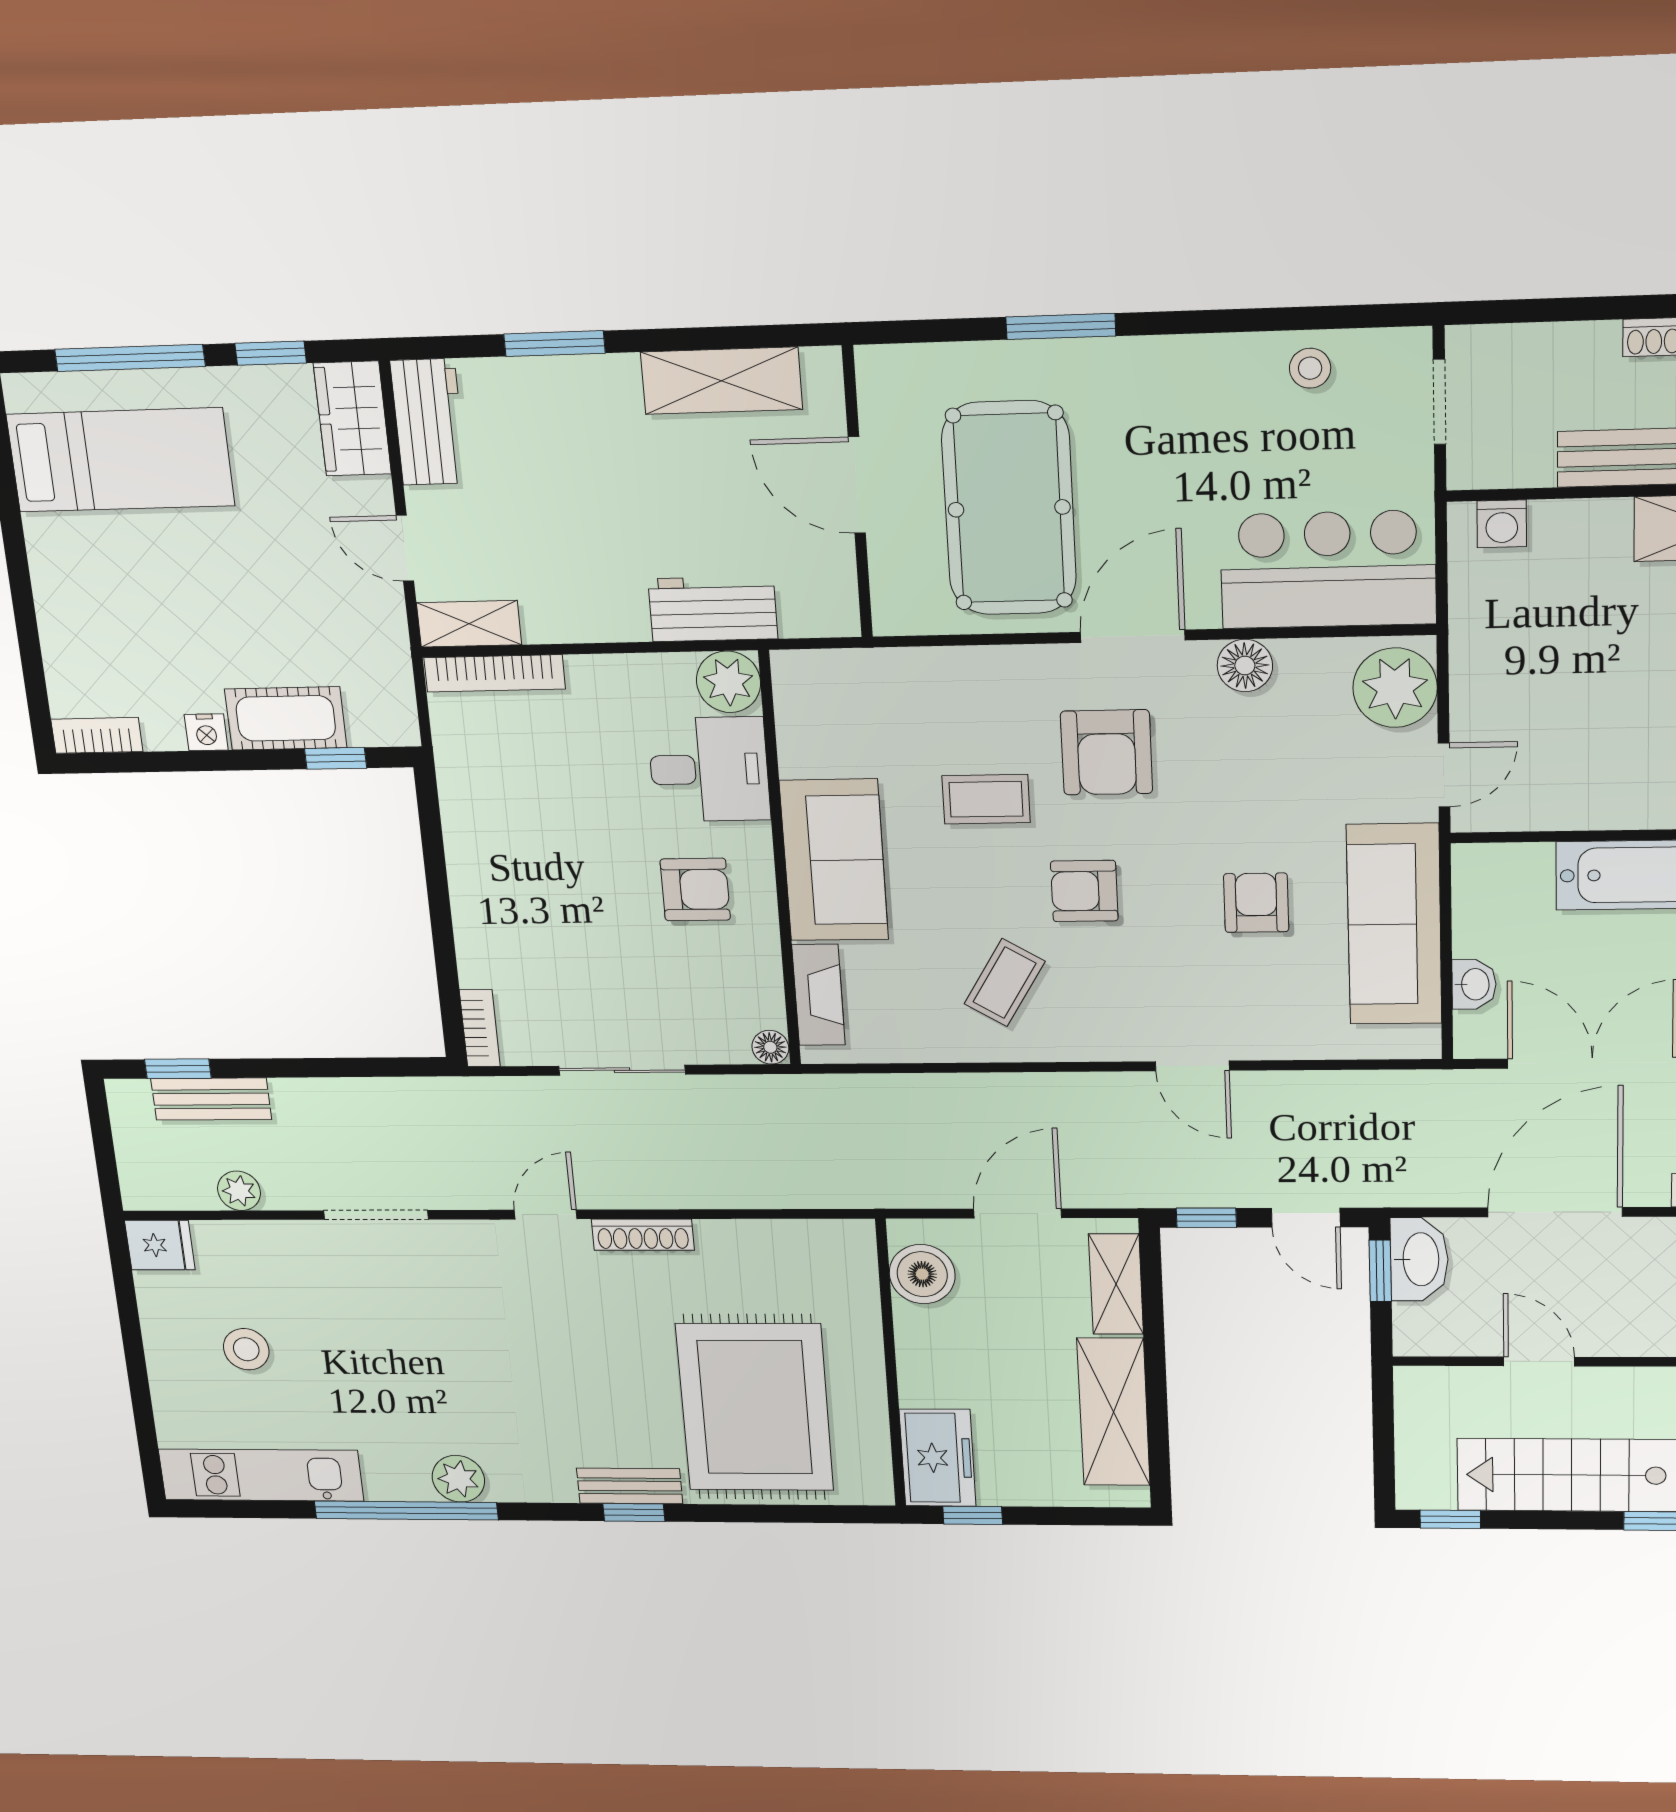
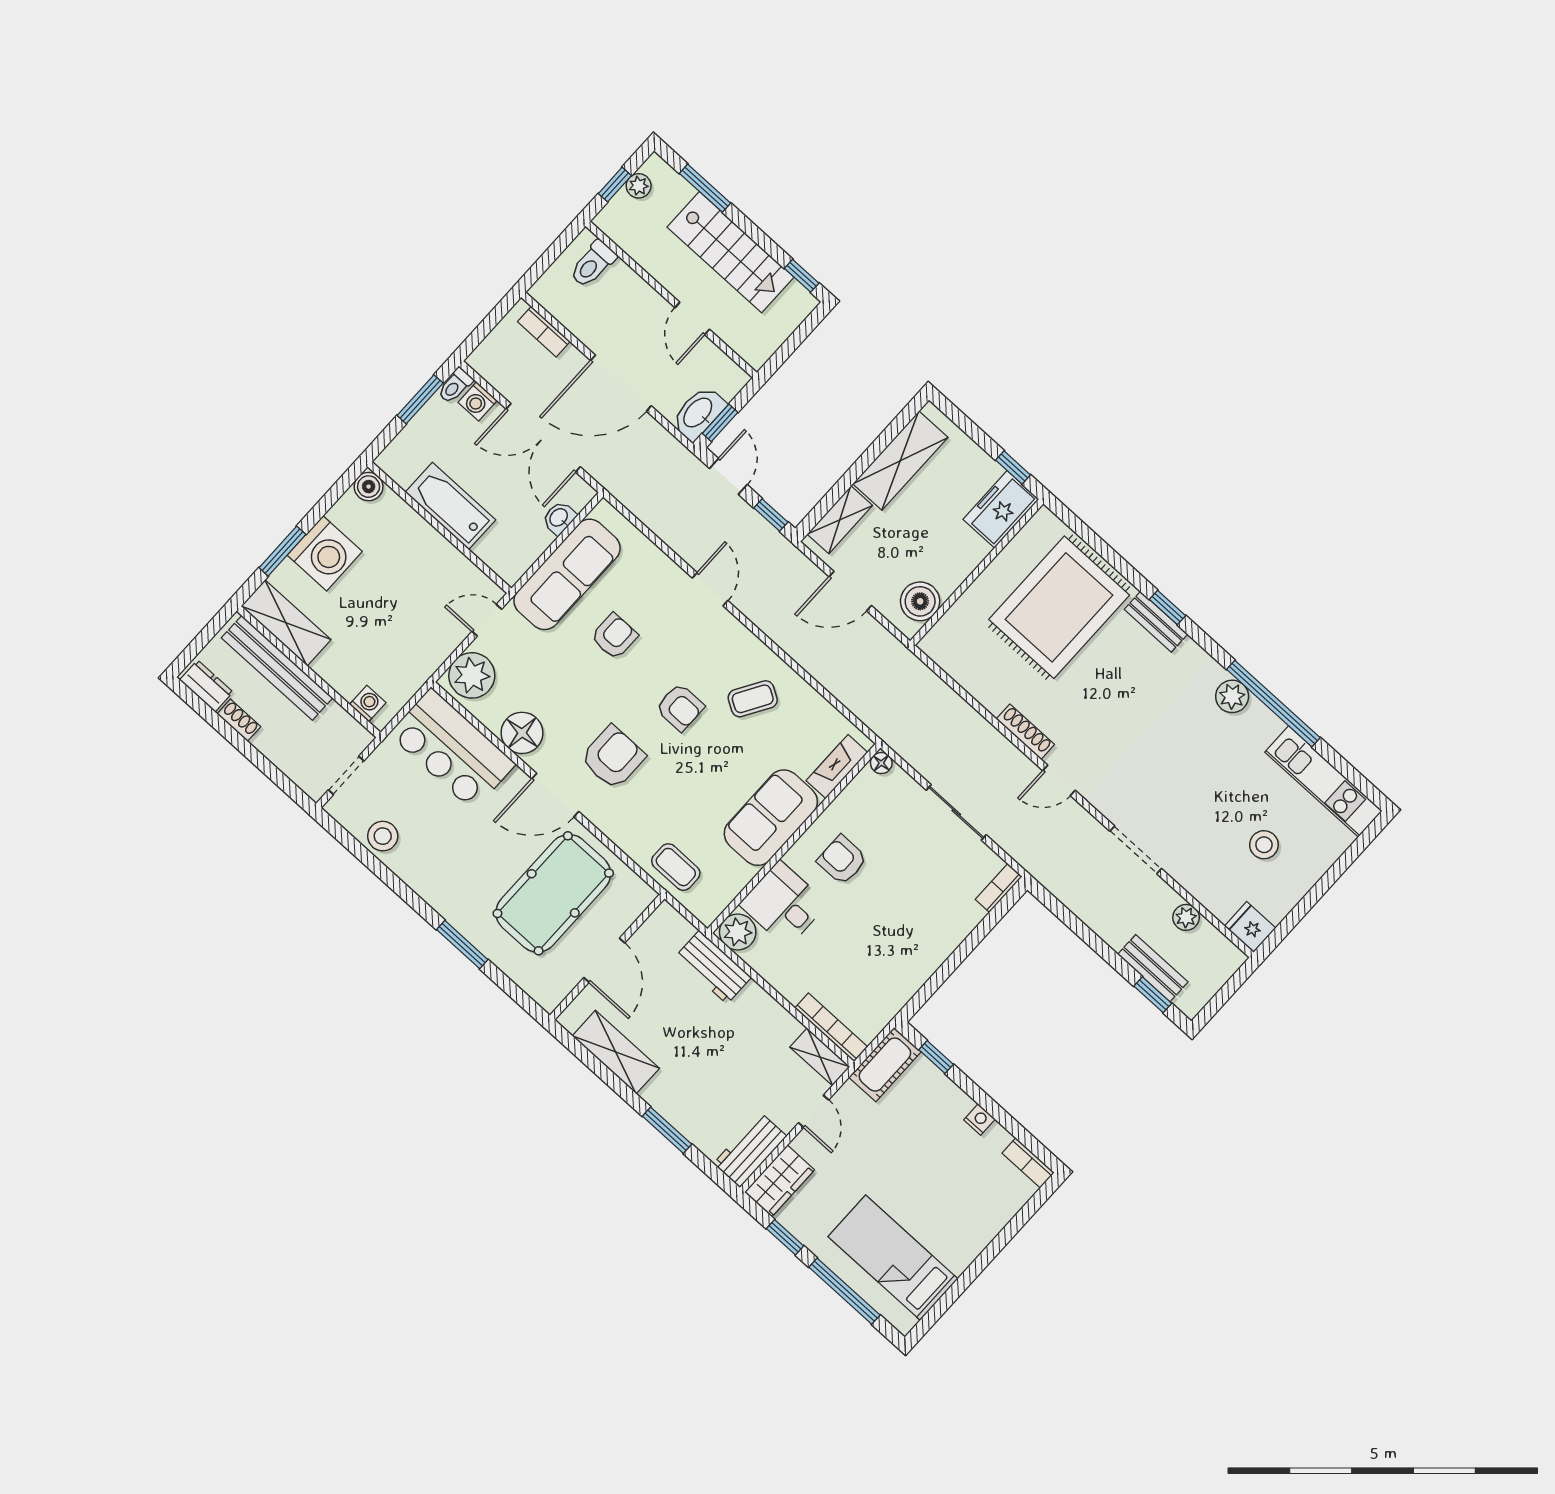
stool: (1310, 368) -> (383, 836), width x1.37, depth x1.37
floor lamp: (1245, 666) -> (522, 733), width x1.38, depth x1.38
cot: (286, 718) -> (885, 1065), moved, turned 90
coffee table: (986, 799) -> (676, 867), moved
armchair: (1256, 903) -> (614, 636), turned 180

